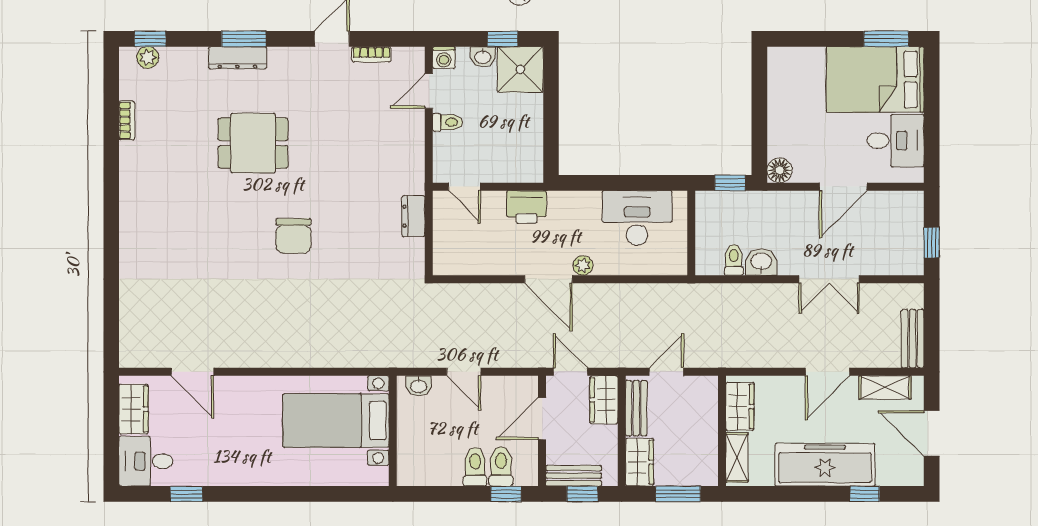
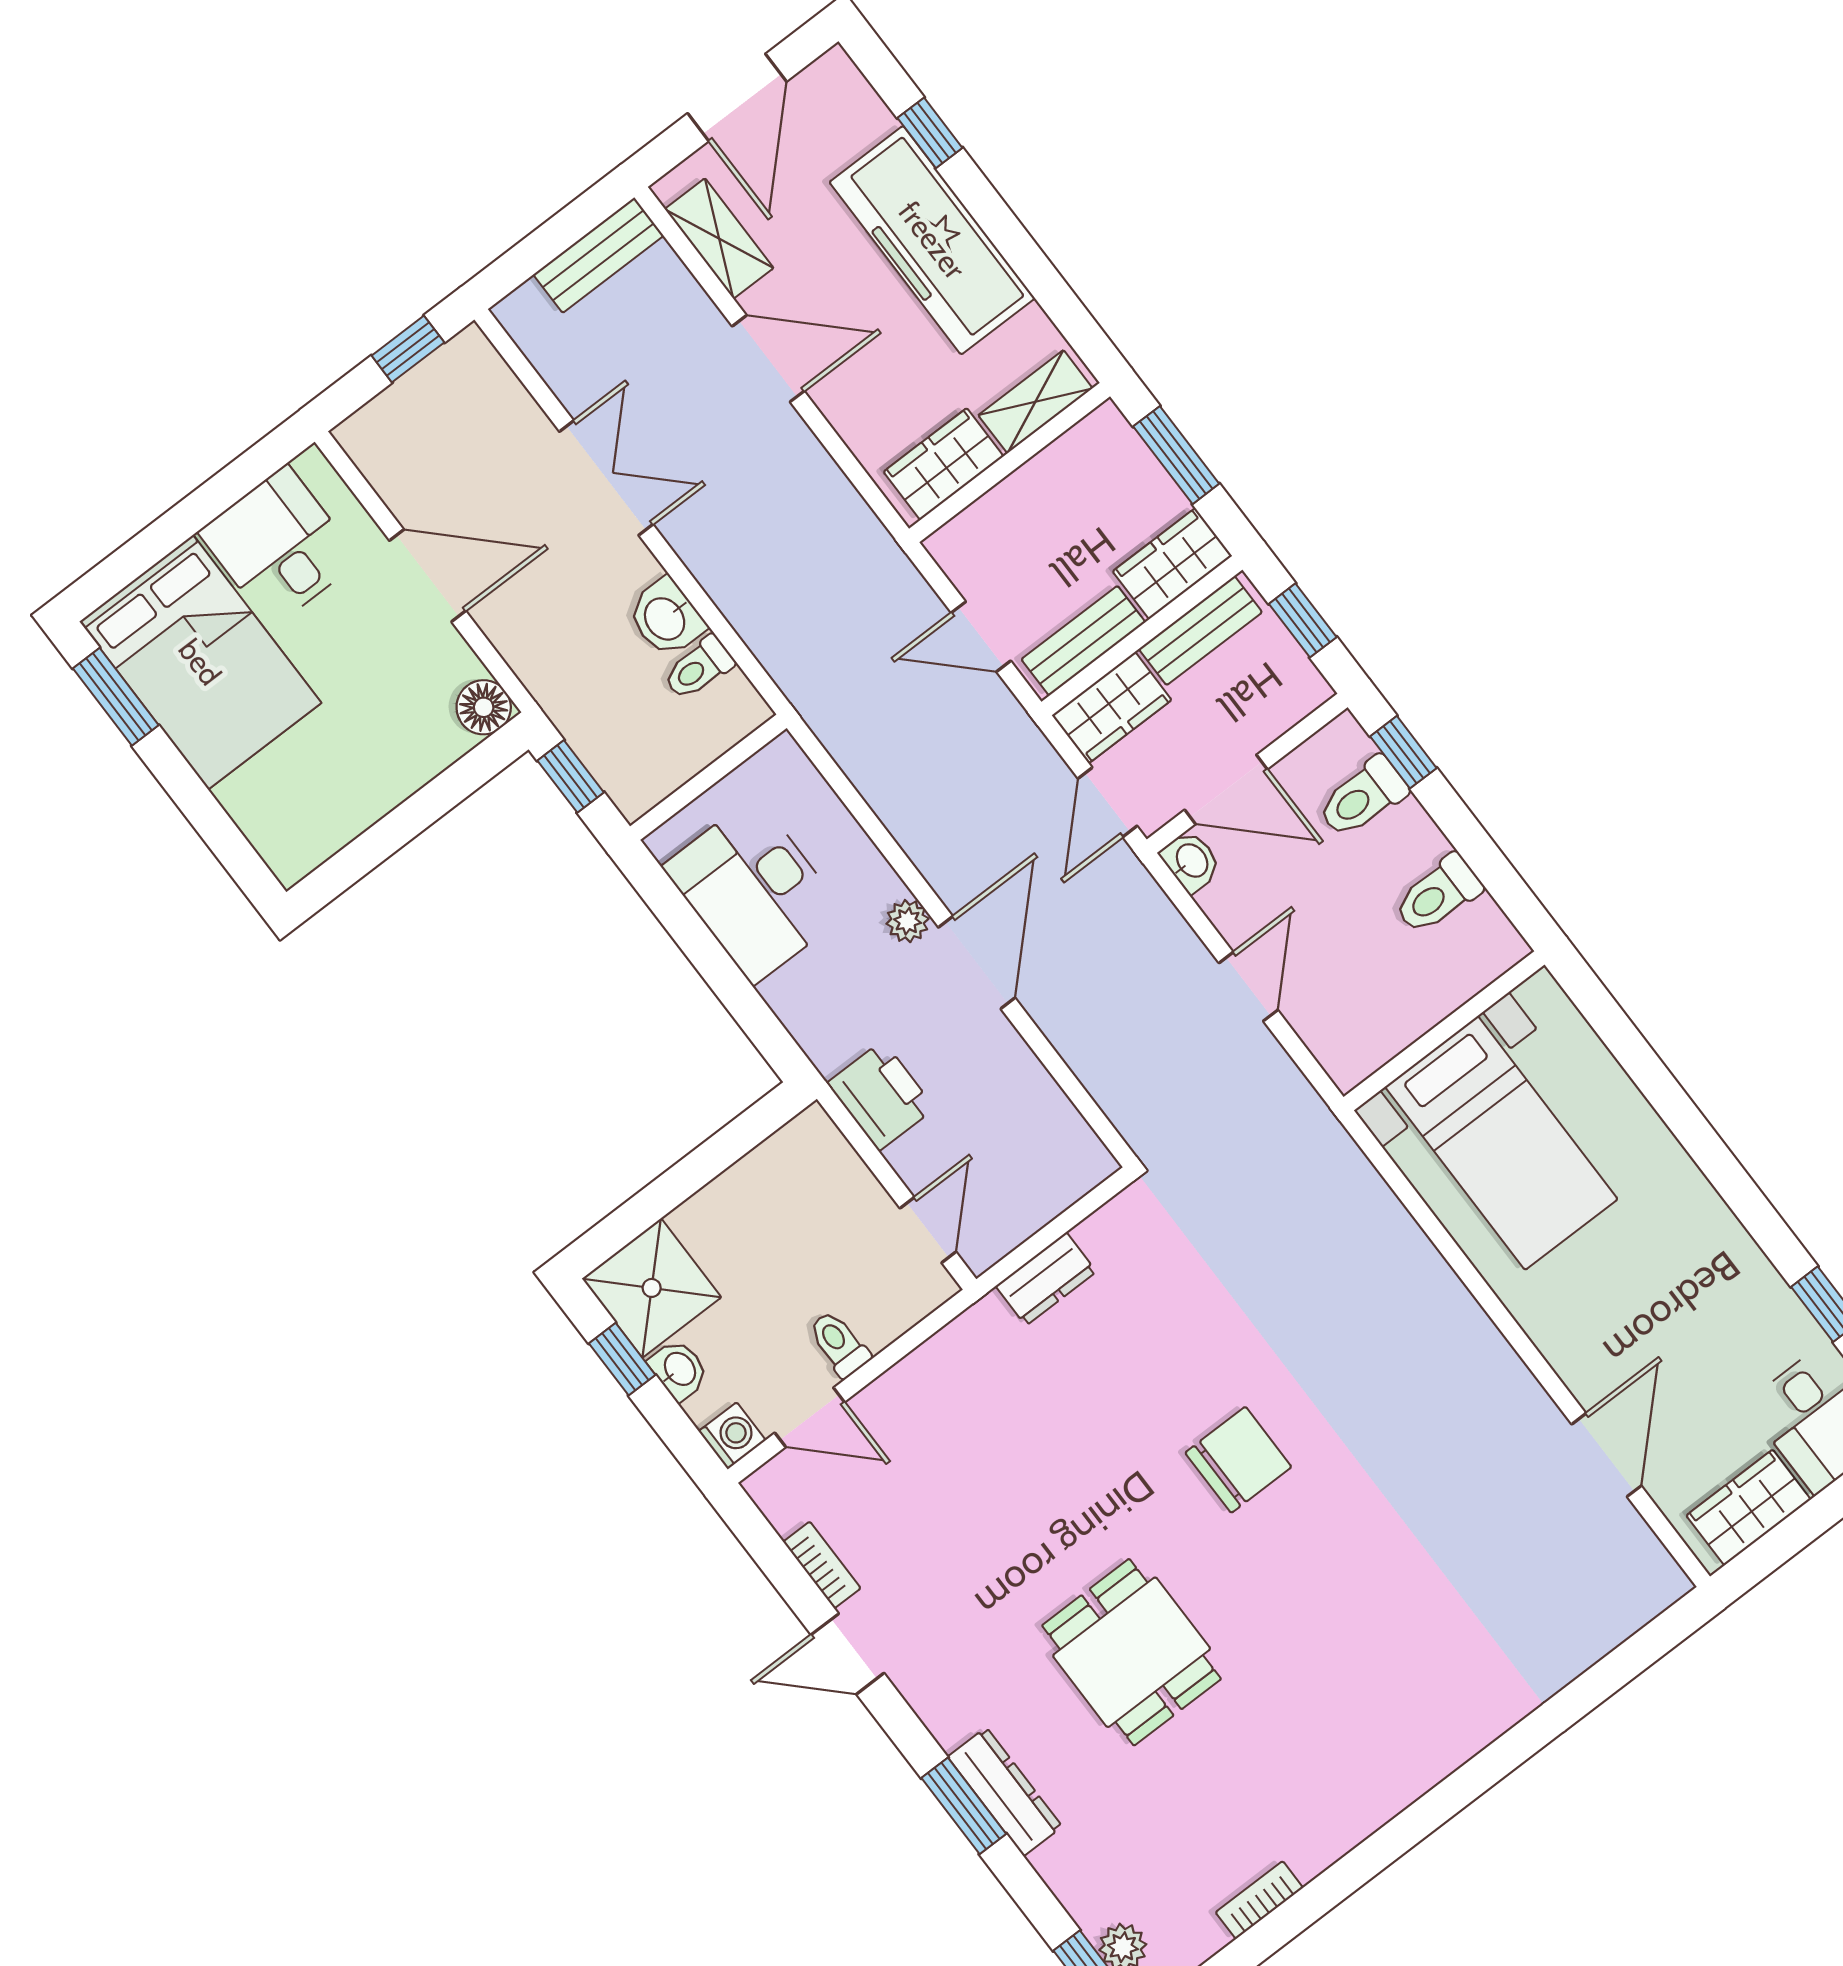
washbasin: (419, 386) -> (1191, 861), moved
toilet: (475, 467) -> (1438, 895), moved
bench: (574, 476) -> (1200, 631), moved, turned 90

